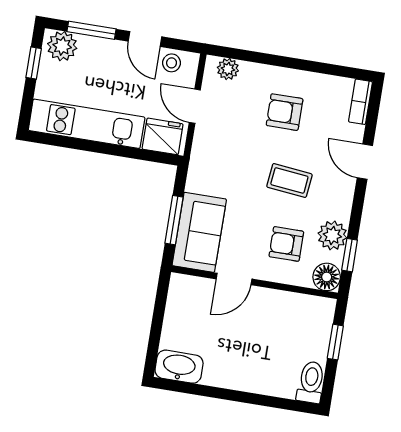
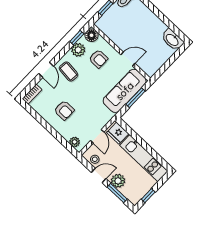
door: (145, 39) -> (99, 176), hinge flipped
plant: (62, 46) -> (118, 181), moved
coffee table: (289, 180) -> (69, 71), moved
sofa: (199, 232) -> (125, 91), width x1.36

